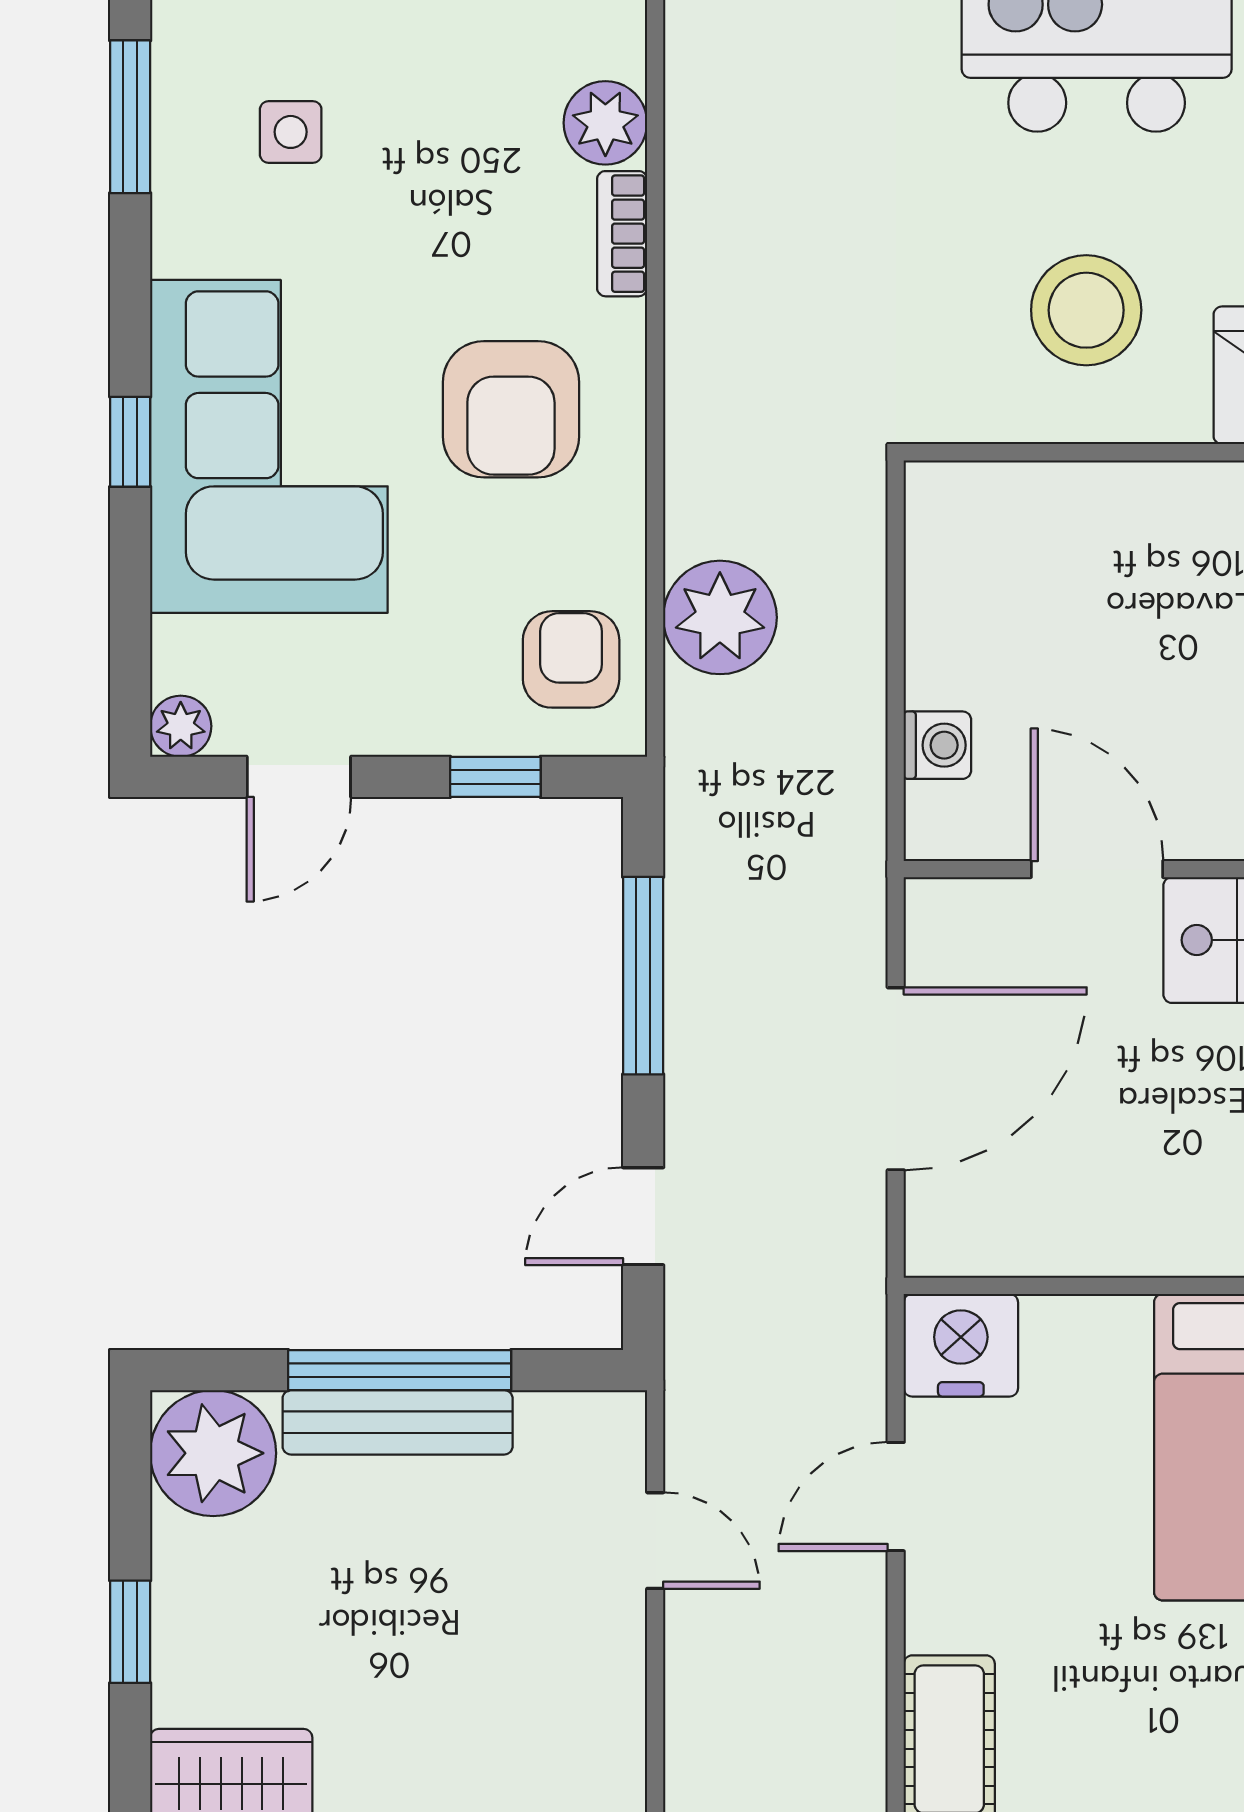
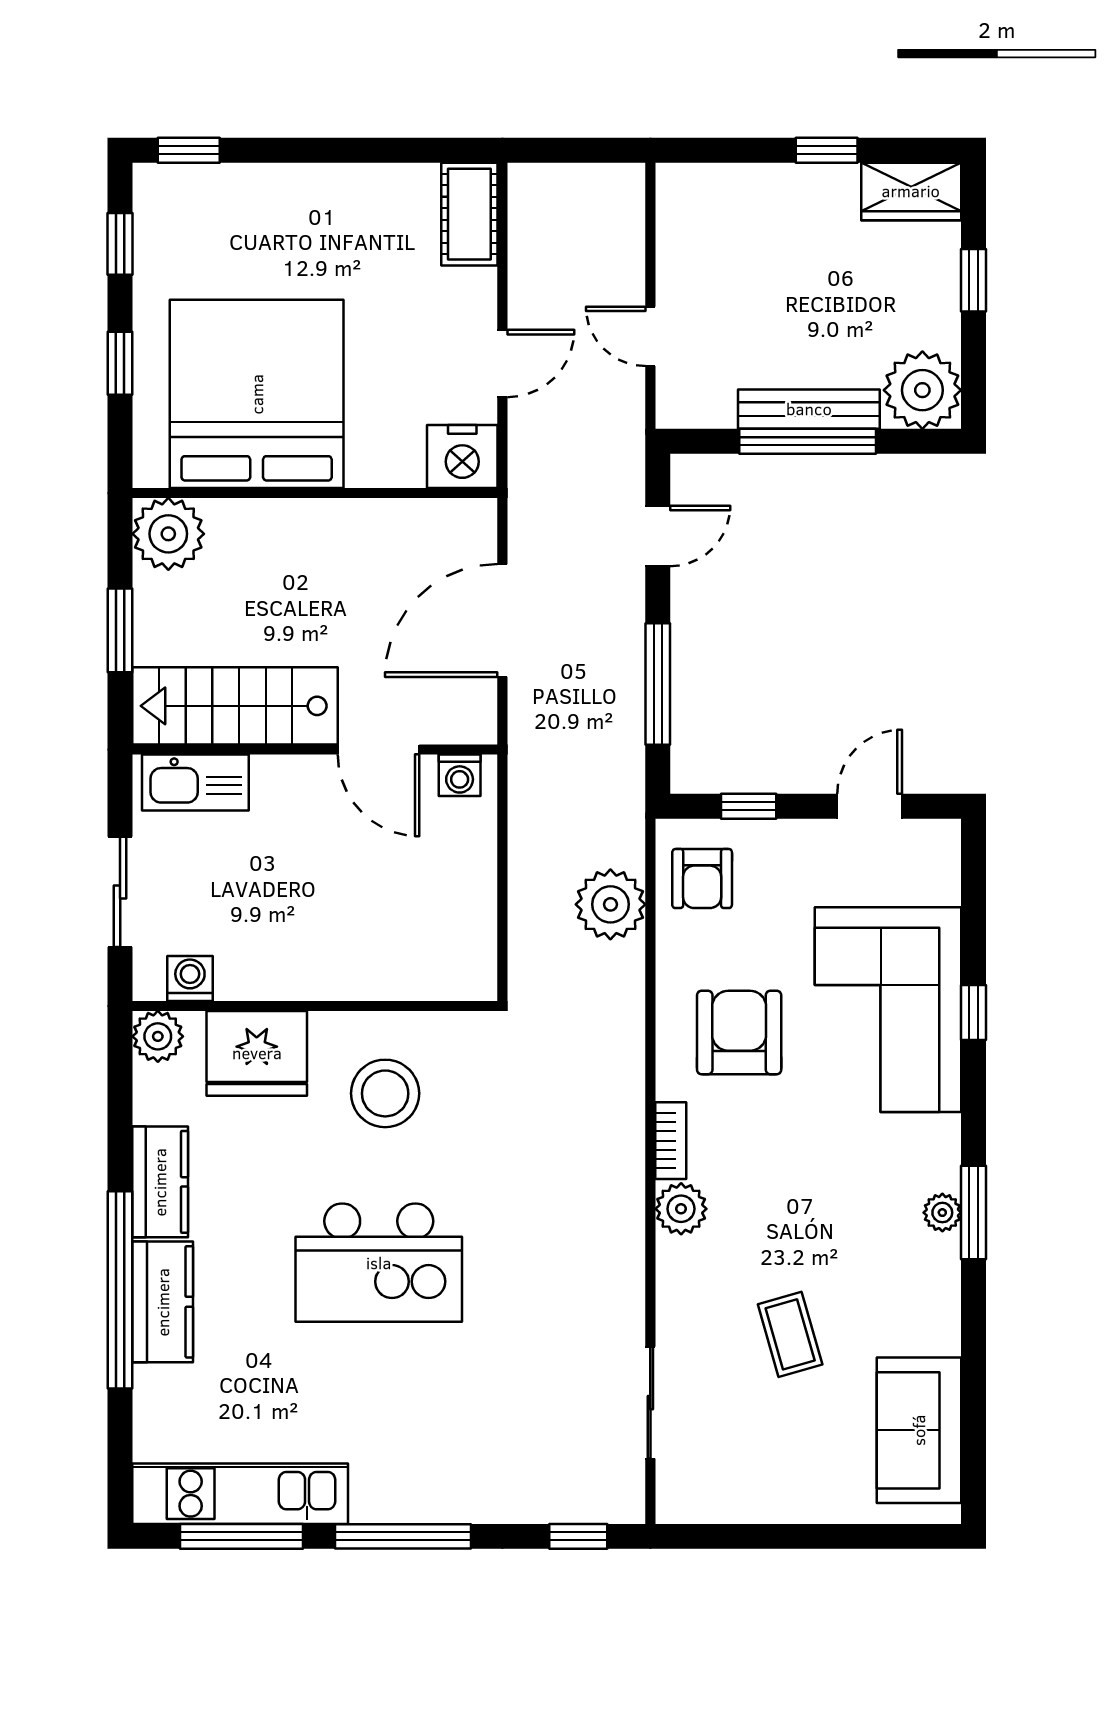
side table: (291, 132) -> (875, 1203), removed
plant: (181, 726) -> (942, 1213), moved
washing machine: (937, 745) -> (460, 775), moved, turned -90

